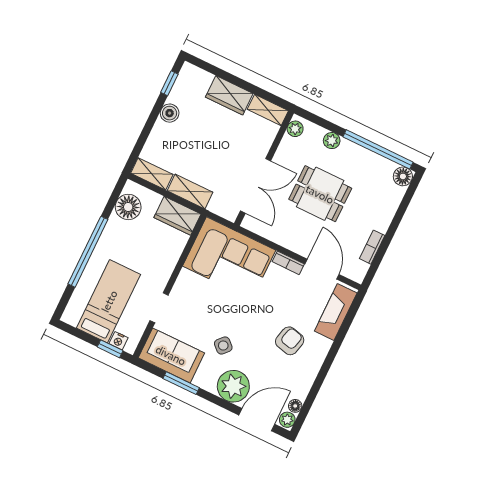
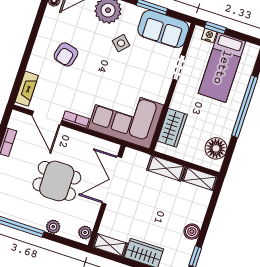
wardrobe: (177, 216) -> (172, 128), moved, turned 90
fireplace: (336, 312) -> (27, 89), width x0.73, depth x0.76

